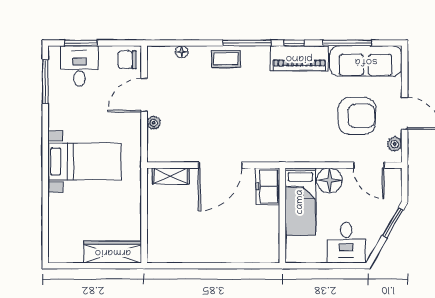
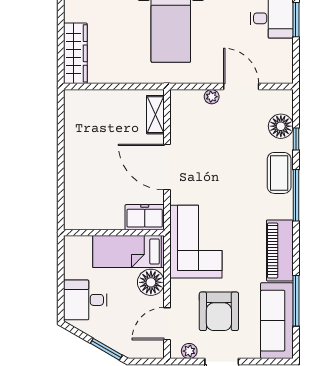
window: (294, 43) -> (296, 139), moved
floor lamp: (182, 52) -> (281, 126), width x1.89, depth x1.89
coffee table: (226, 59) -> (279, 173), width x1.36, depth x1.30
chair: (127, 60) -> (278, 68), removed
corner sofa: (291, 138) -> (196, 242), added

